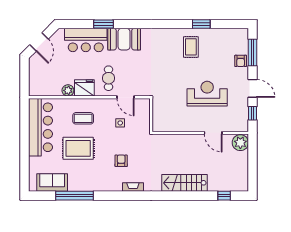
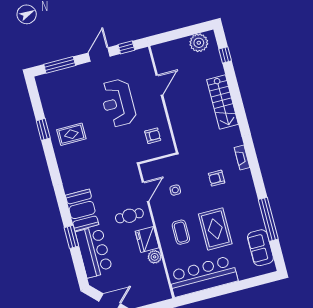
armchair: (241, 61) -> (153, 136), moved
plant: (240, 143) -> (199, 43), moved

